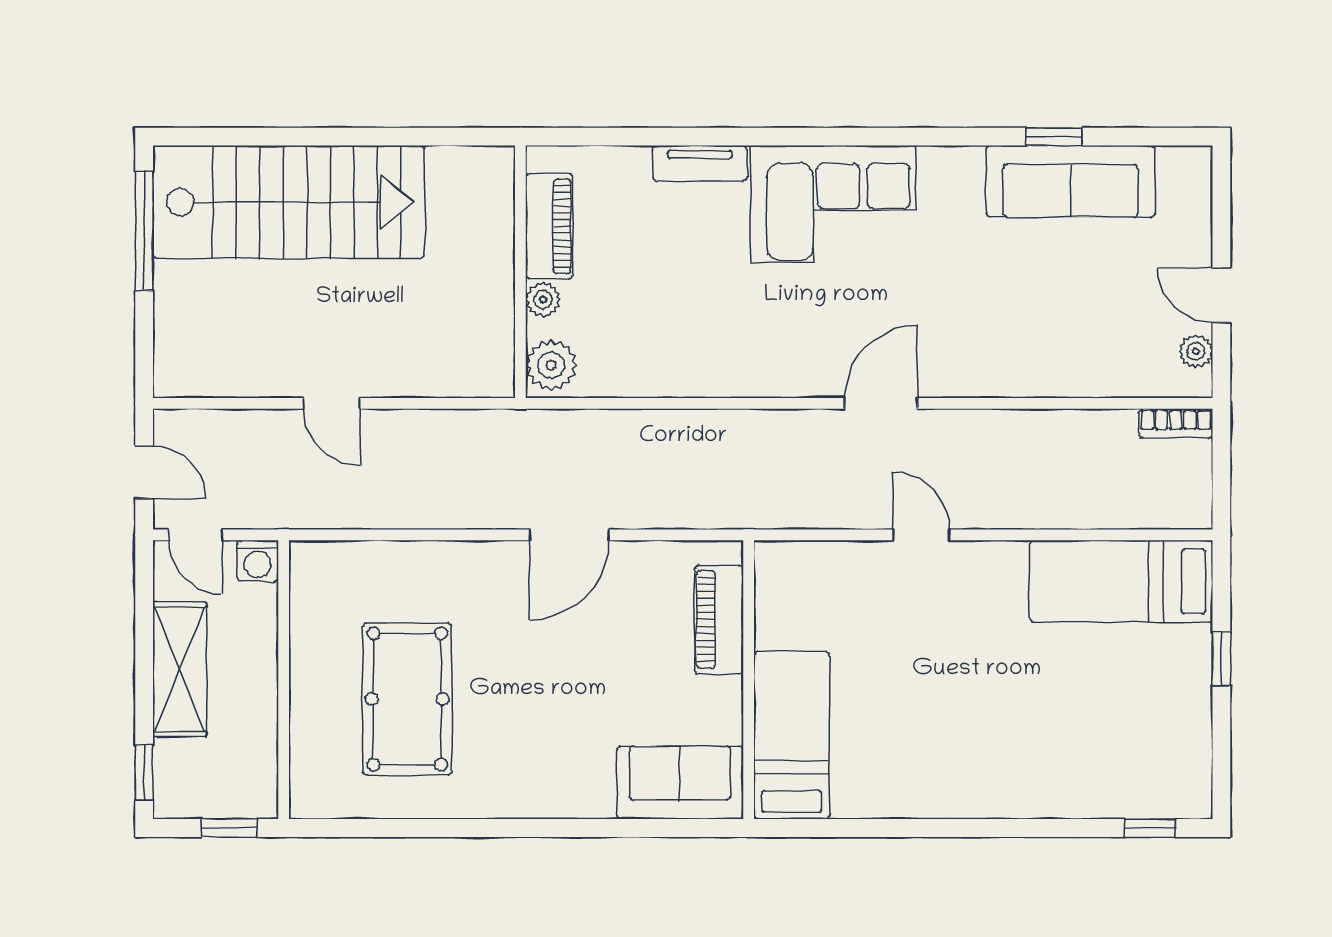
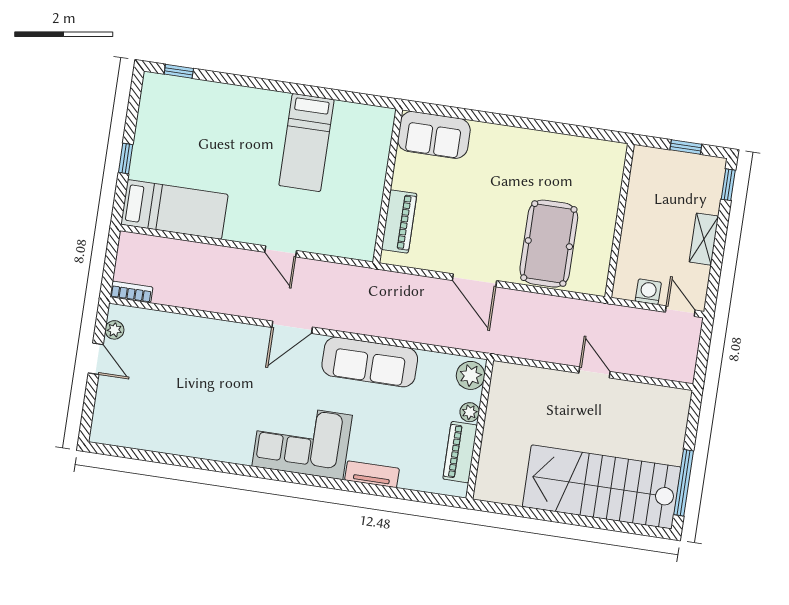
window: (1054, 137) -> (175, 460), removed
sofa: (1071, 181) -> (370, 362), moved, turned 180
door: (144, 472) -> (704, 350), removed
door: (569, 535) -> (475, 280), swing flipped
shelving: (180, 669) -> (704, 239), width x0.67, depth x0.75
wall: (284, 680) -> (620, 221), moved
pool table: (407, 699) -> (549, 244), moved
bed: (792, 735) -> (306, 143), moved

